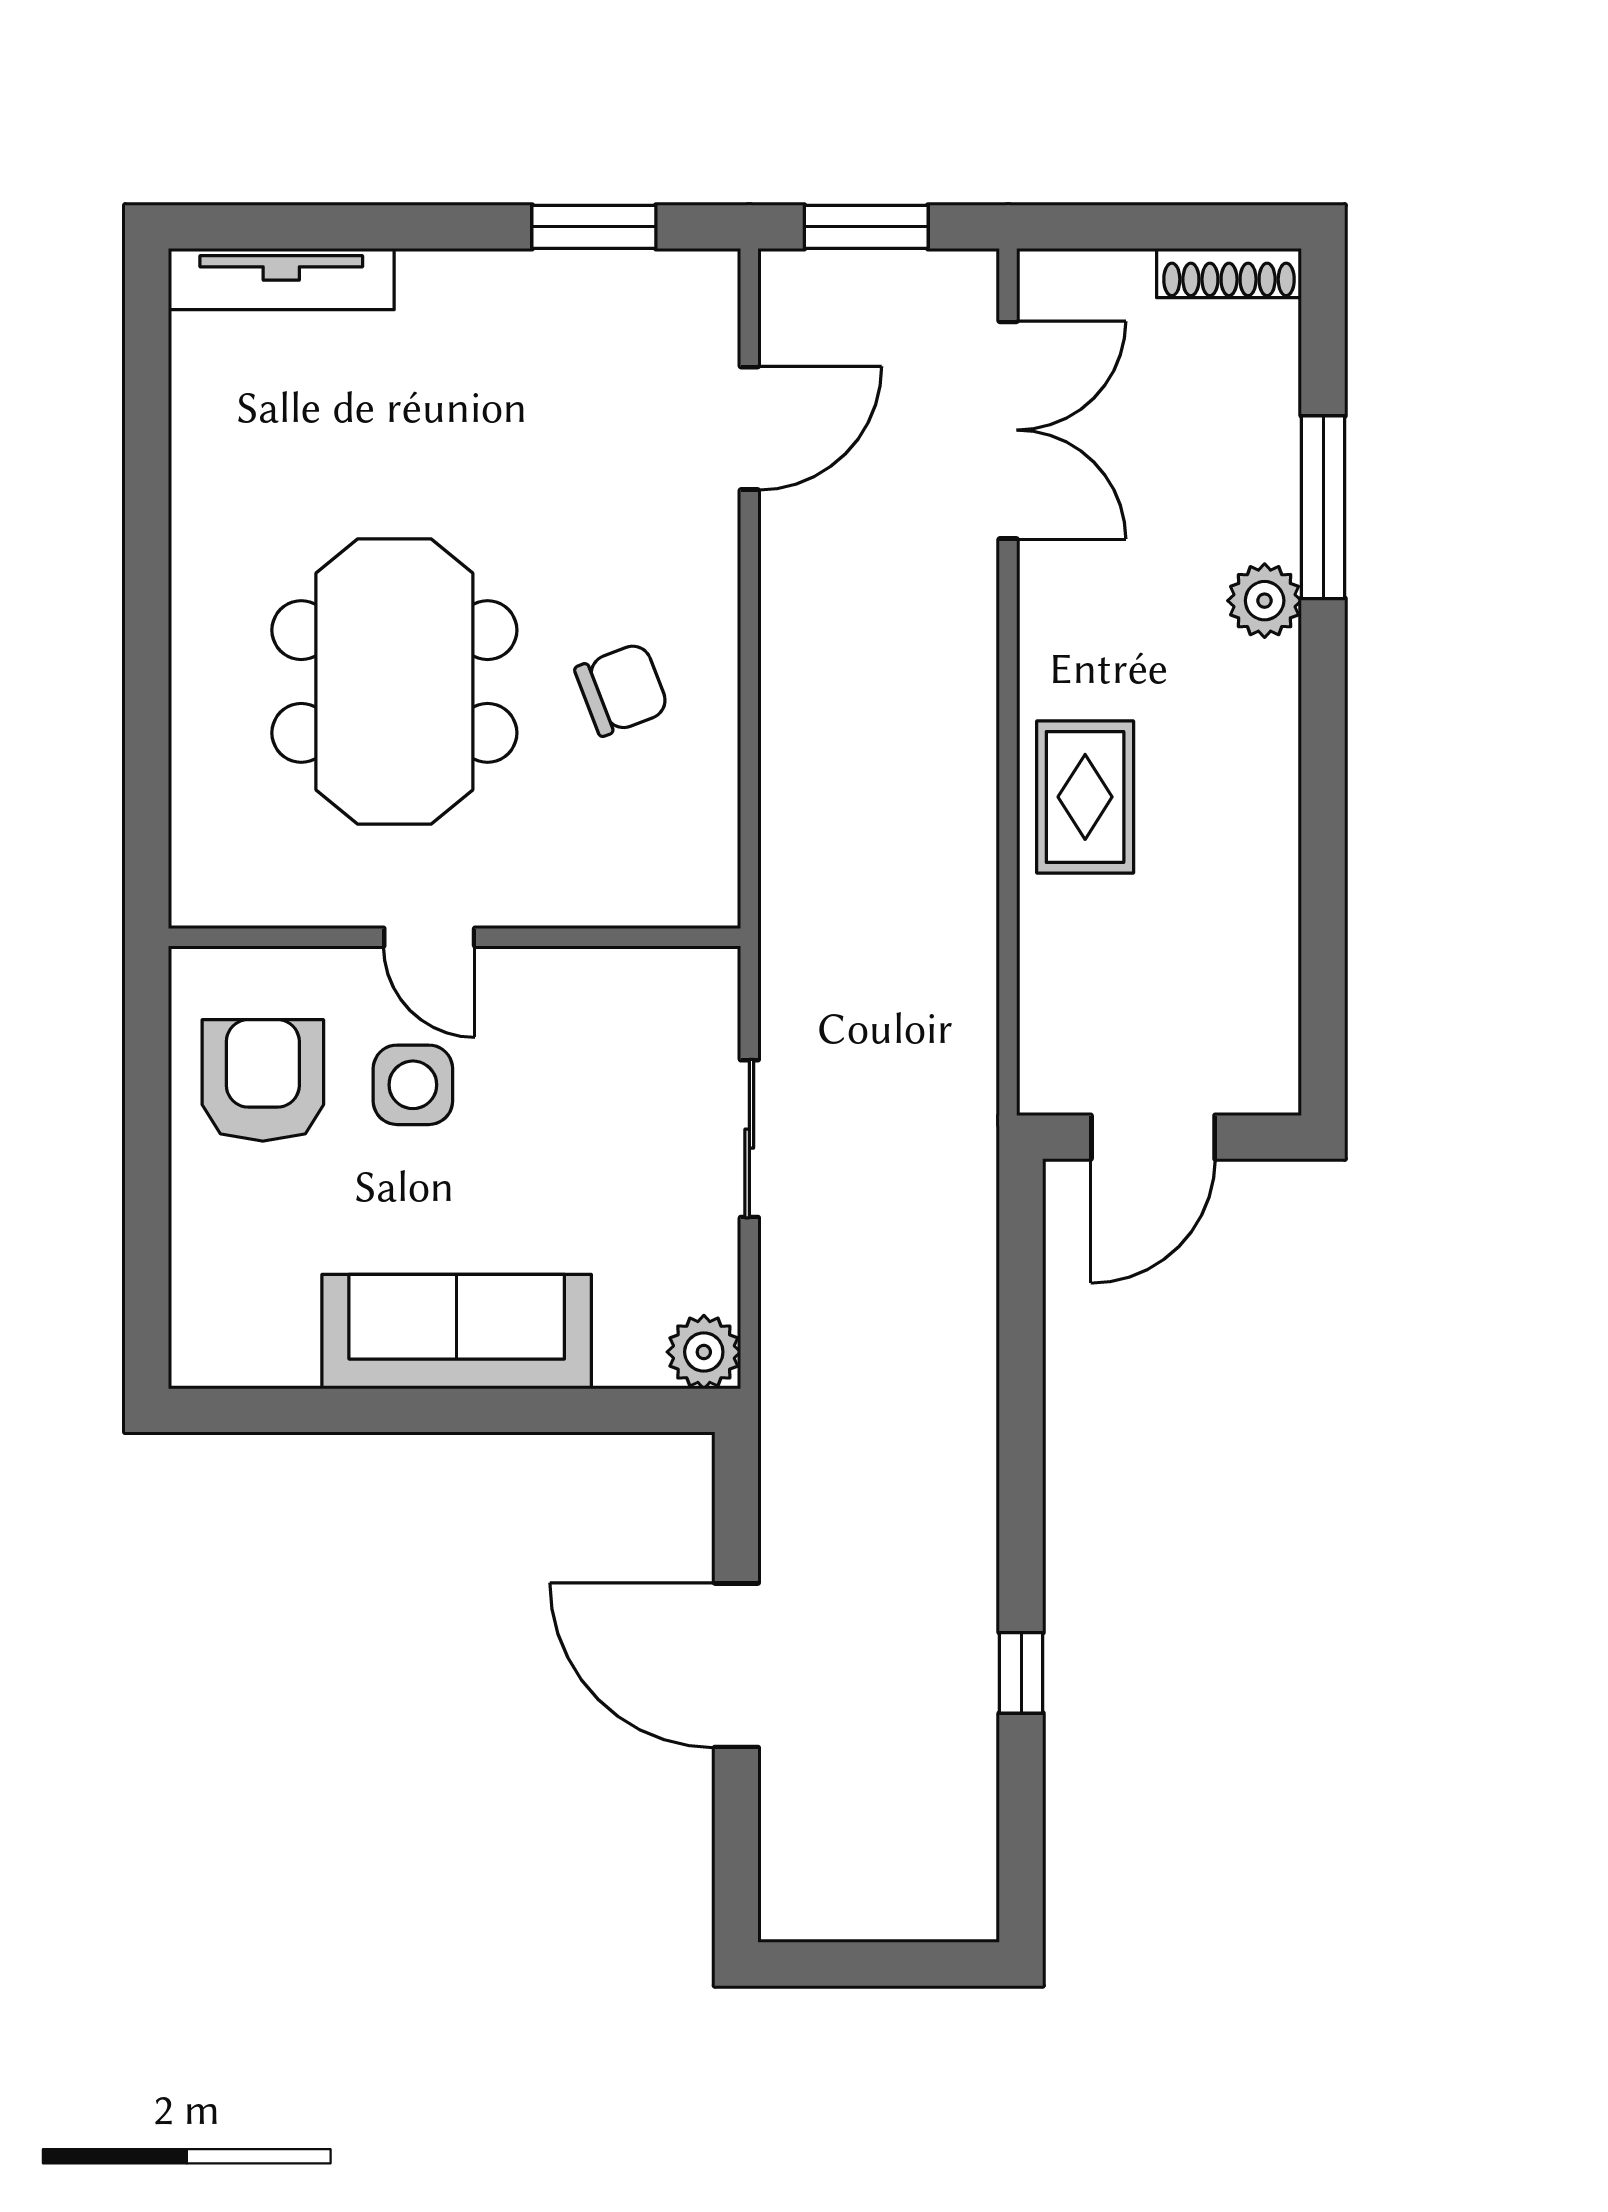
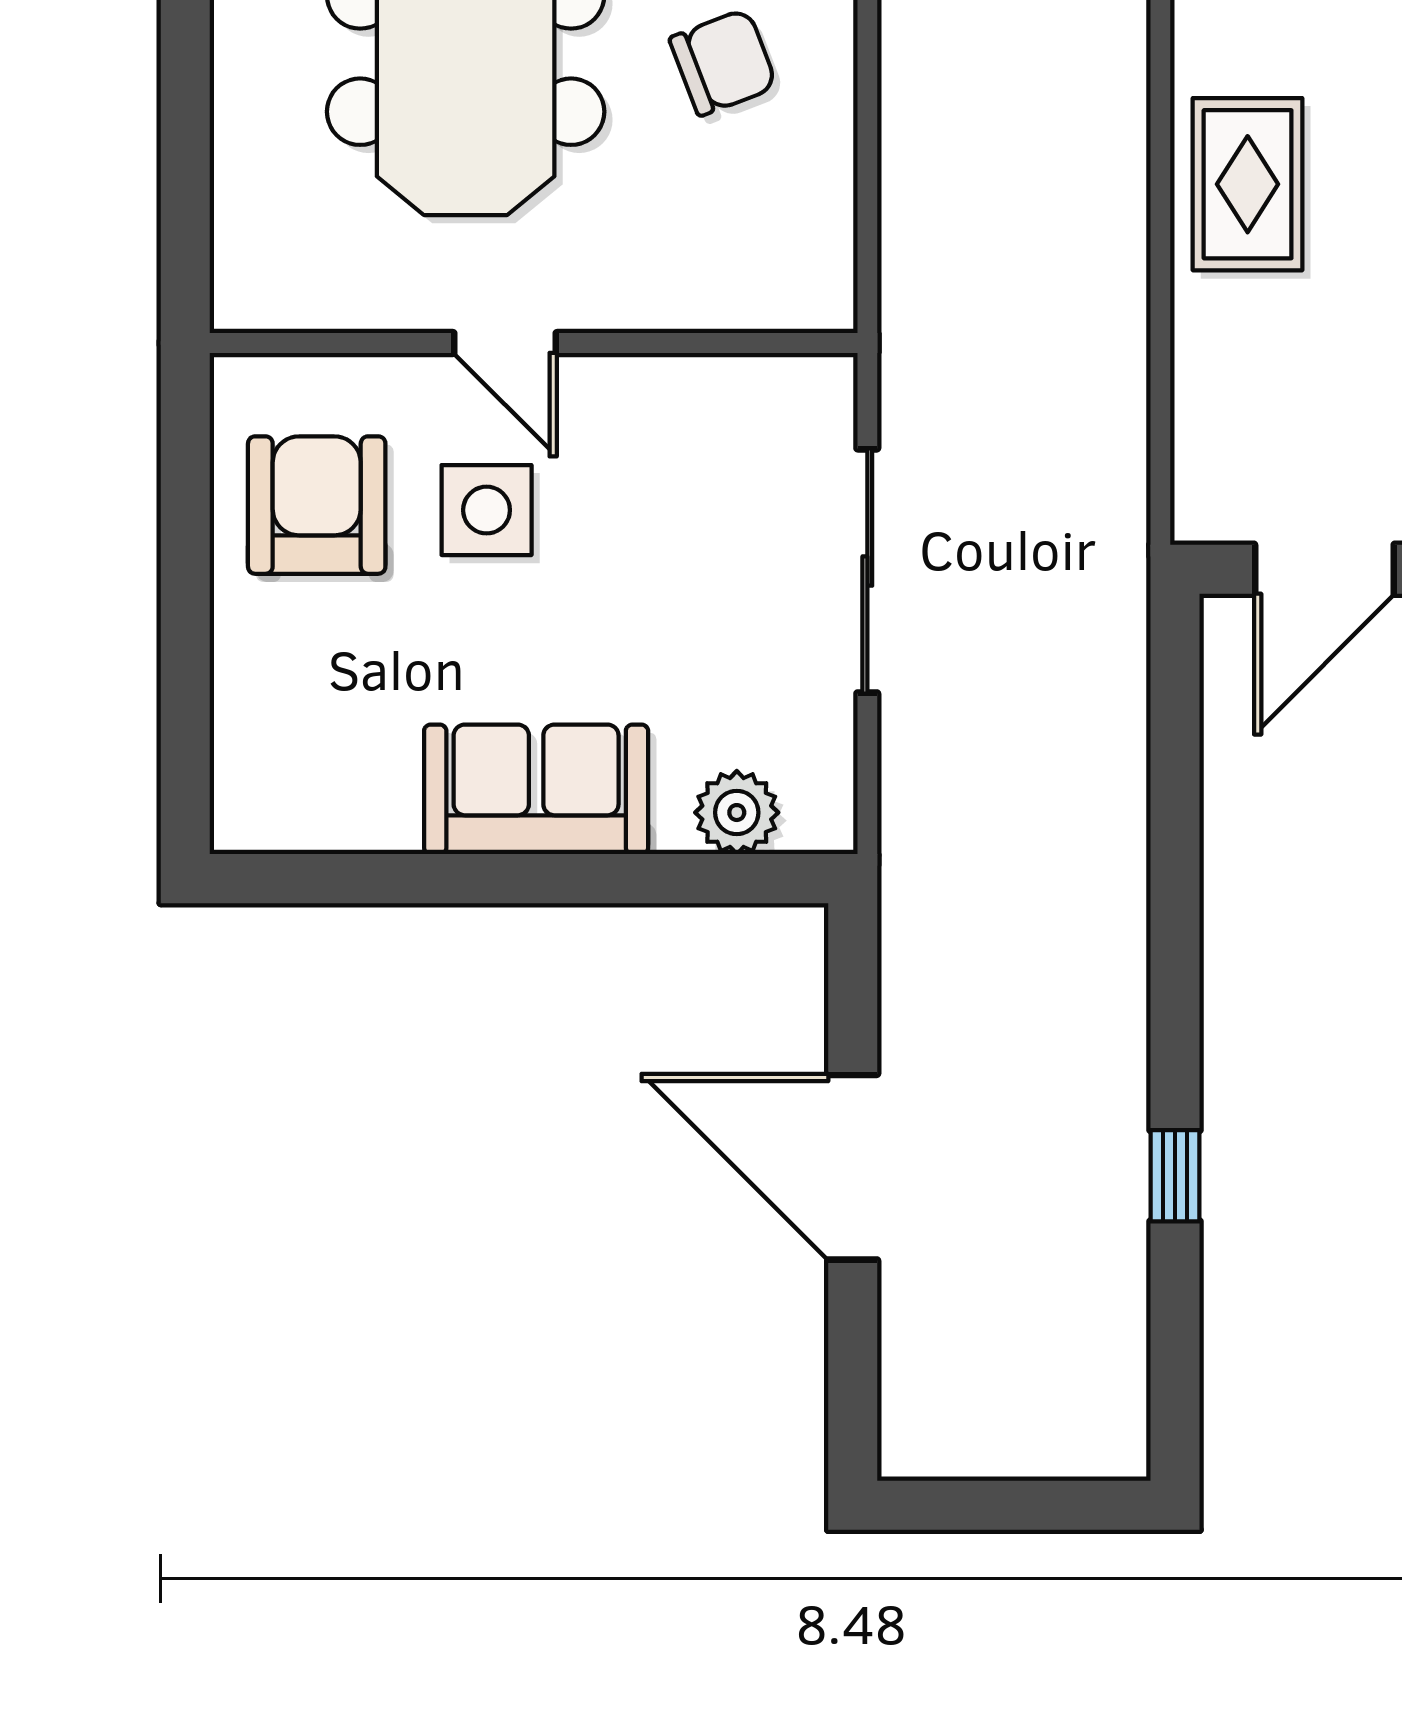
sliding door: (749, 1139) -> (867, 571), width x1.37
sofa: (457, 1332) -> (536, 789), width x0.73
plant: (704, 1352) -> (737, 813), moved

